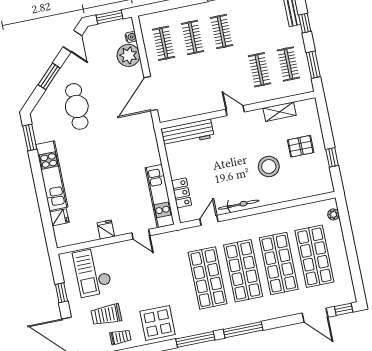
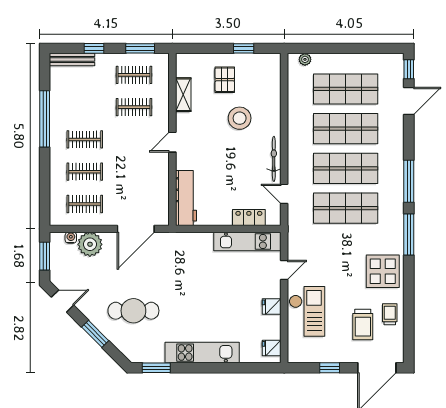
door: (151, 94) -> (136, 229), hinge flipped
fridge: (59, 217) -> (272, 348), moved, turned -90
checkout: (92, 272) -> (307, 311), moved, turned -90

